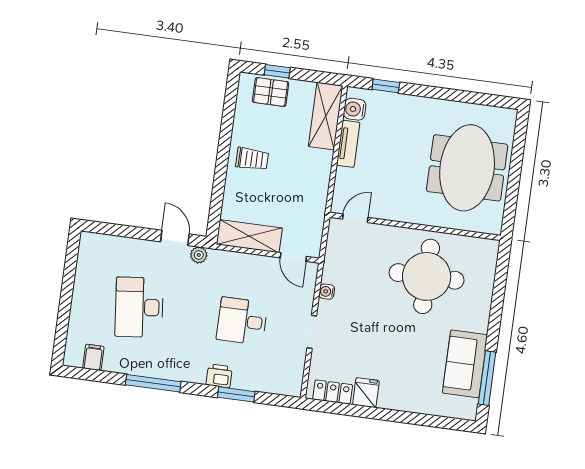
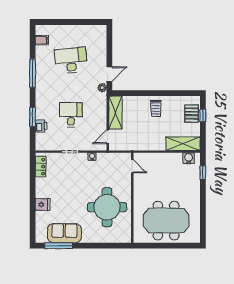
tv unit: (348, 144) -> (170, 157), removed
printer: (219, 376) -> (41, 126), moved
fridge: (366, 393) -> (43, 205), moved

